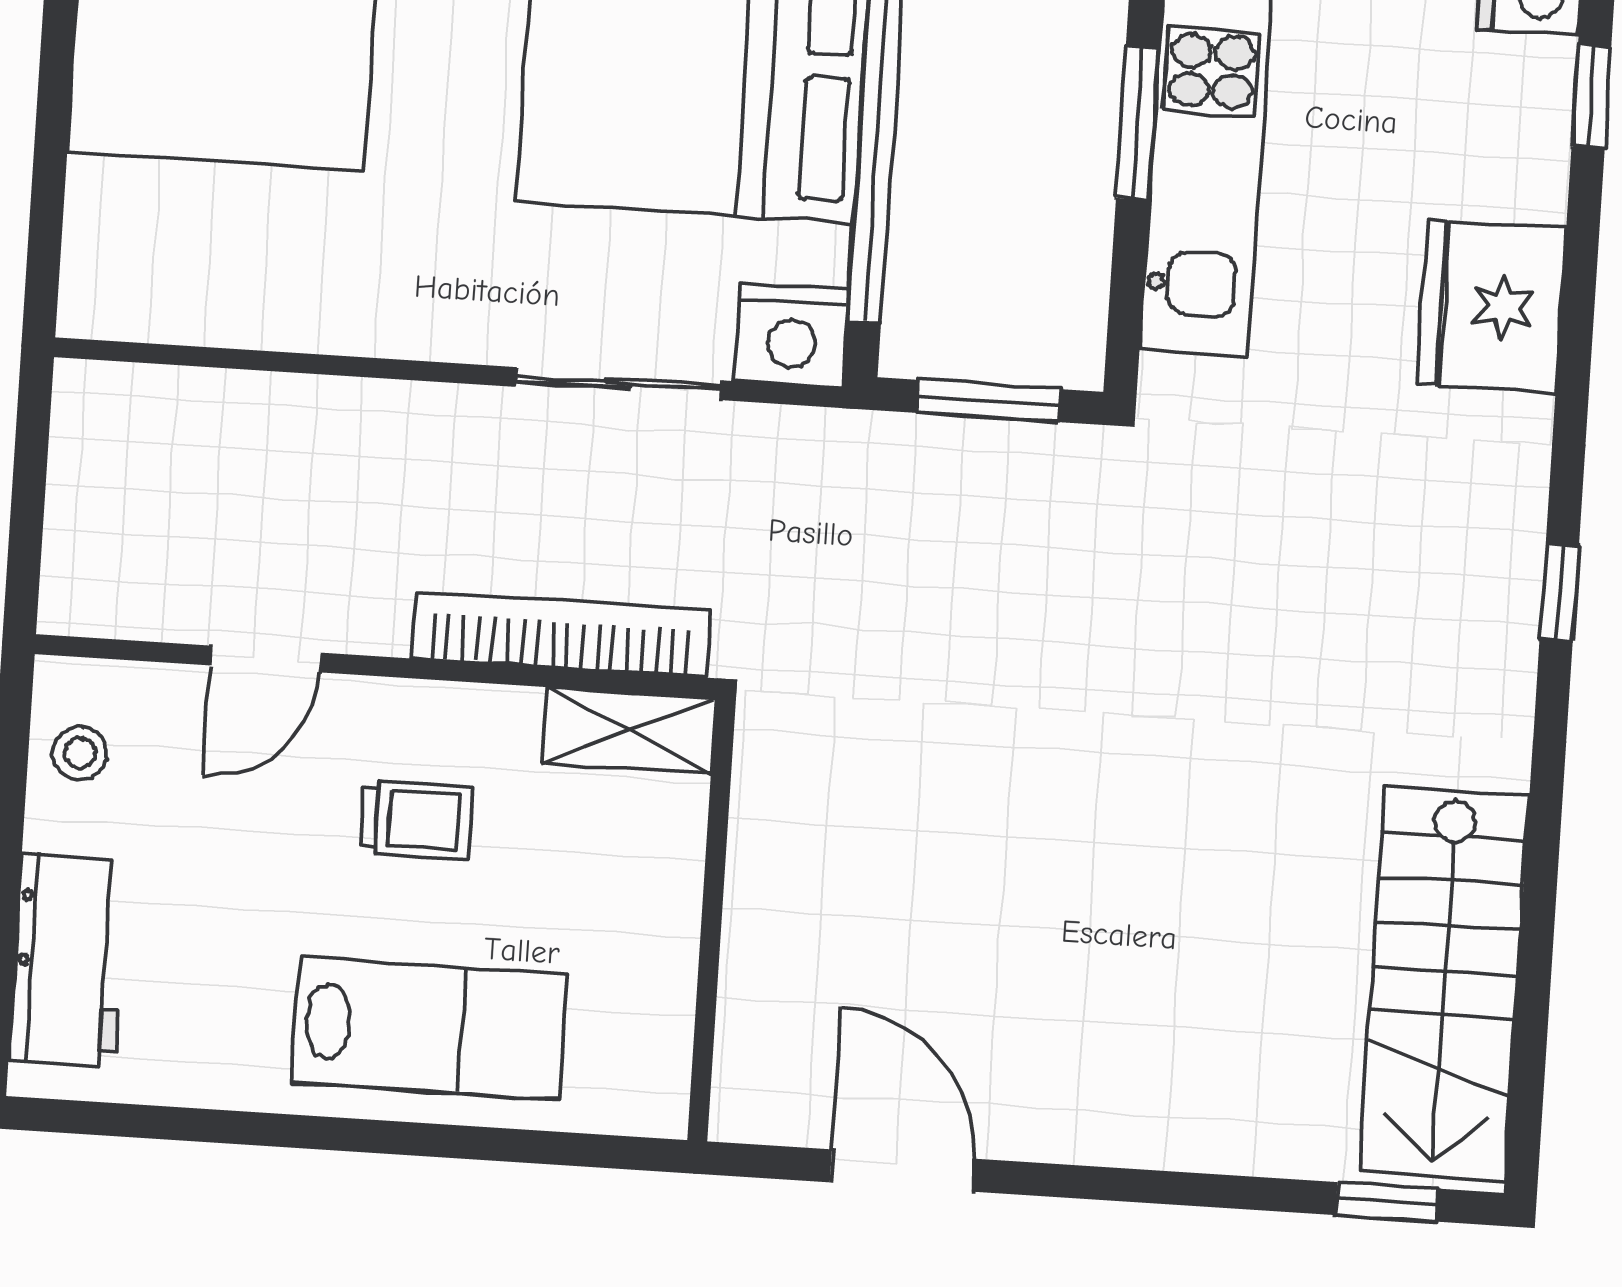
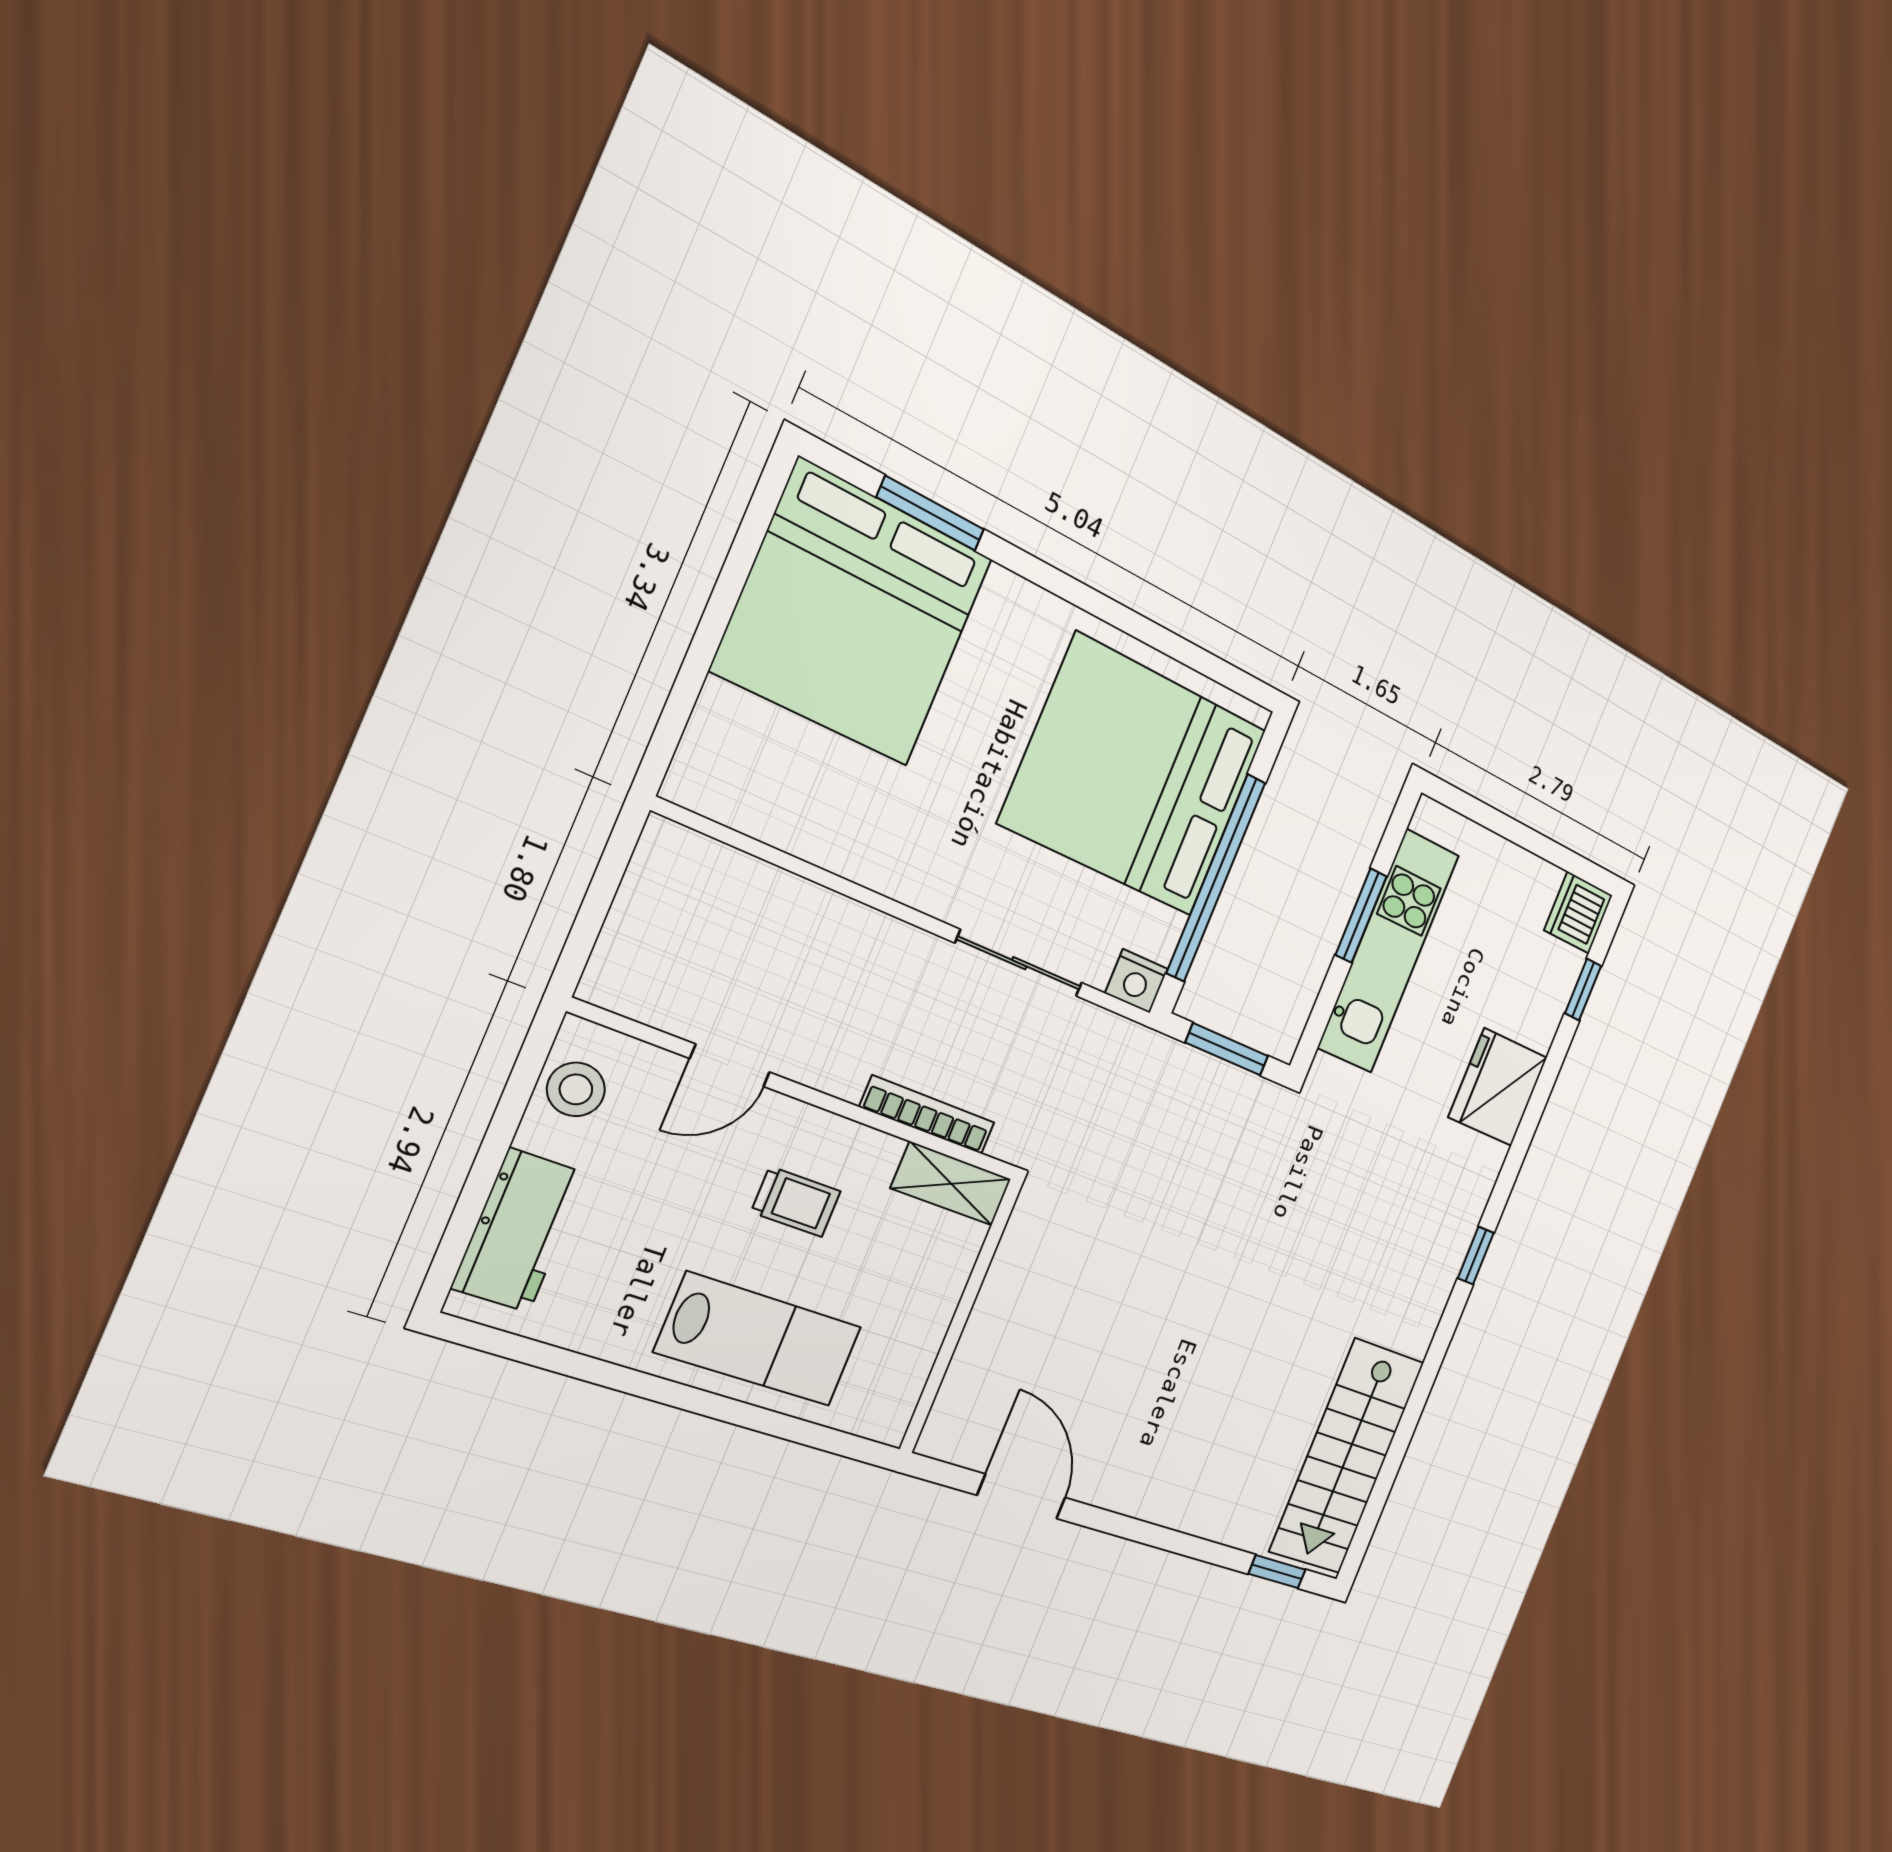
nightstand: (792, 336) -> (1136, 981), width x0.74, depth x0.75
bookcase: (561, 634) -> (927, 1115), width x0.68, depth x0.76
stool: (80, 753) -> (576, 1089), width x1.37, depth x1.37

